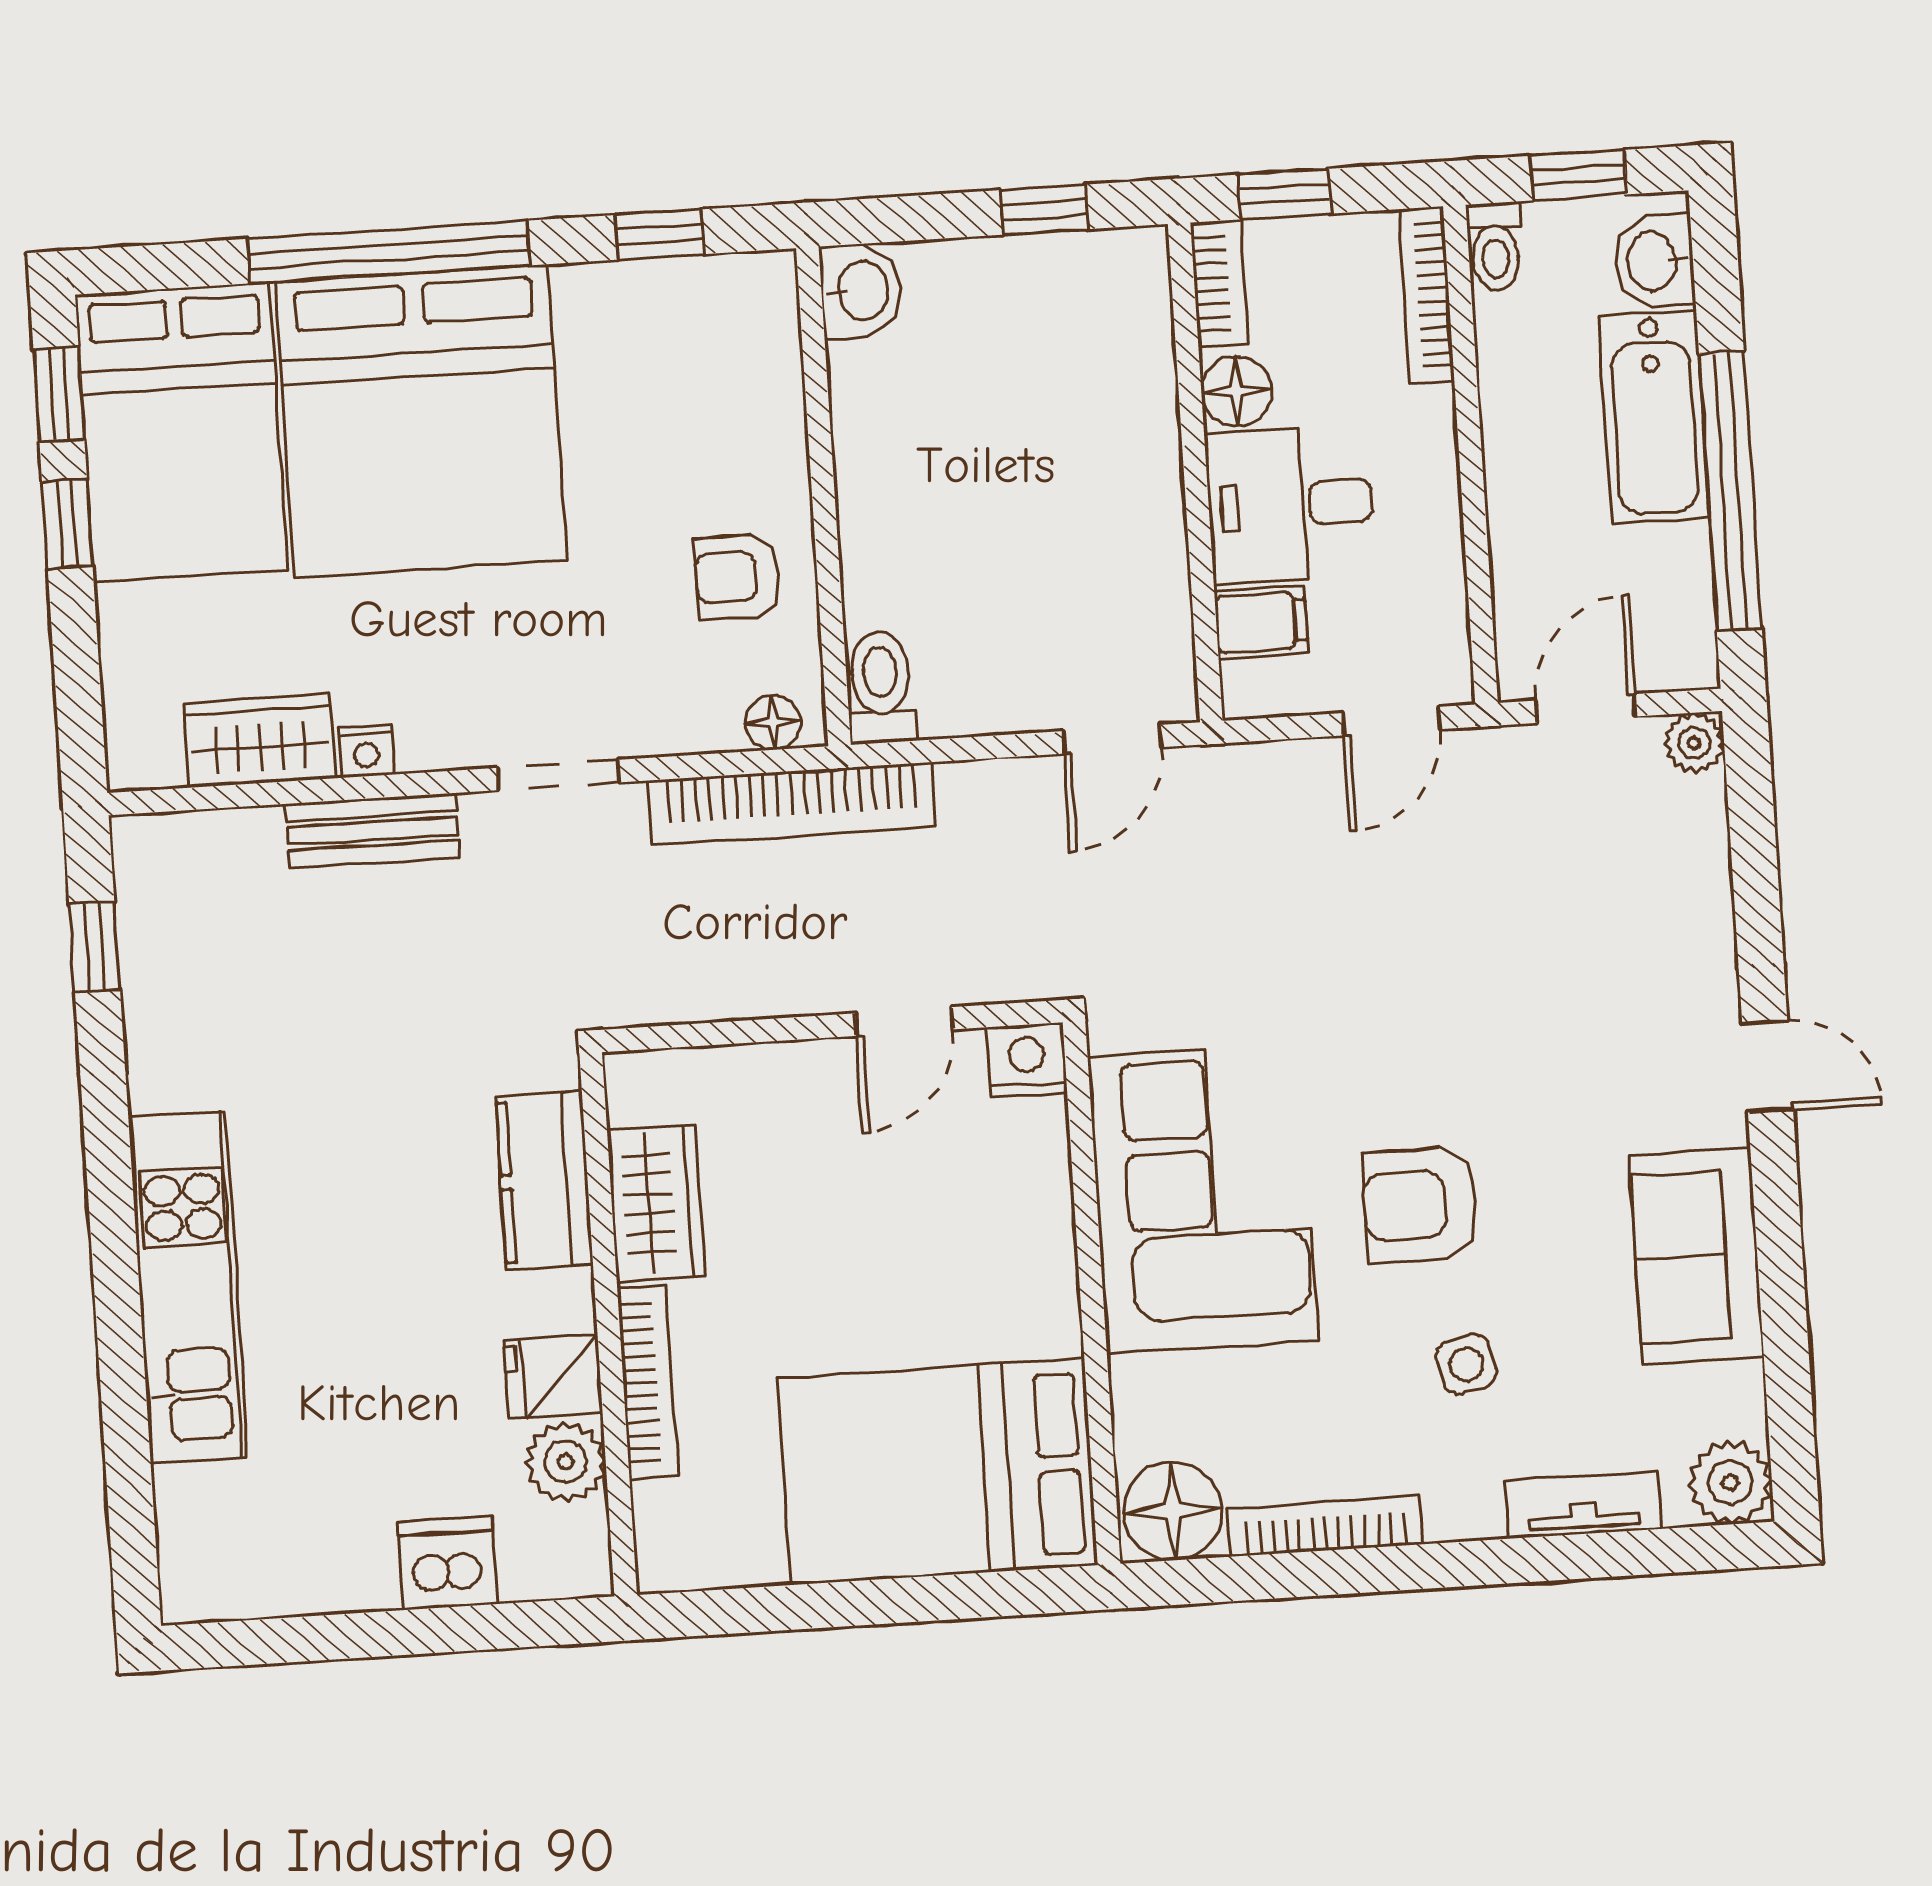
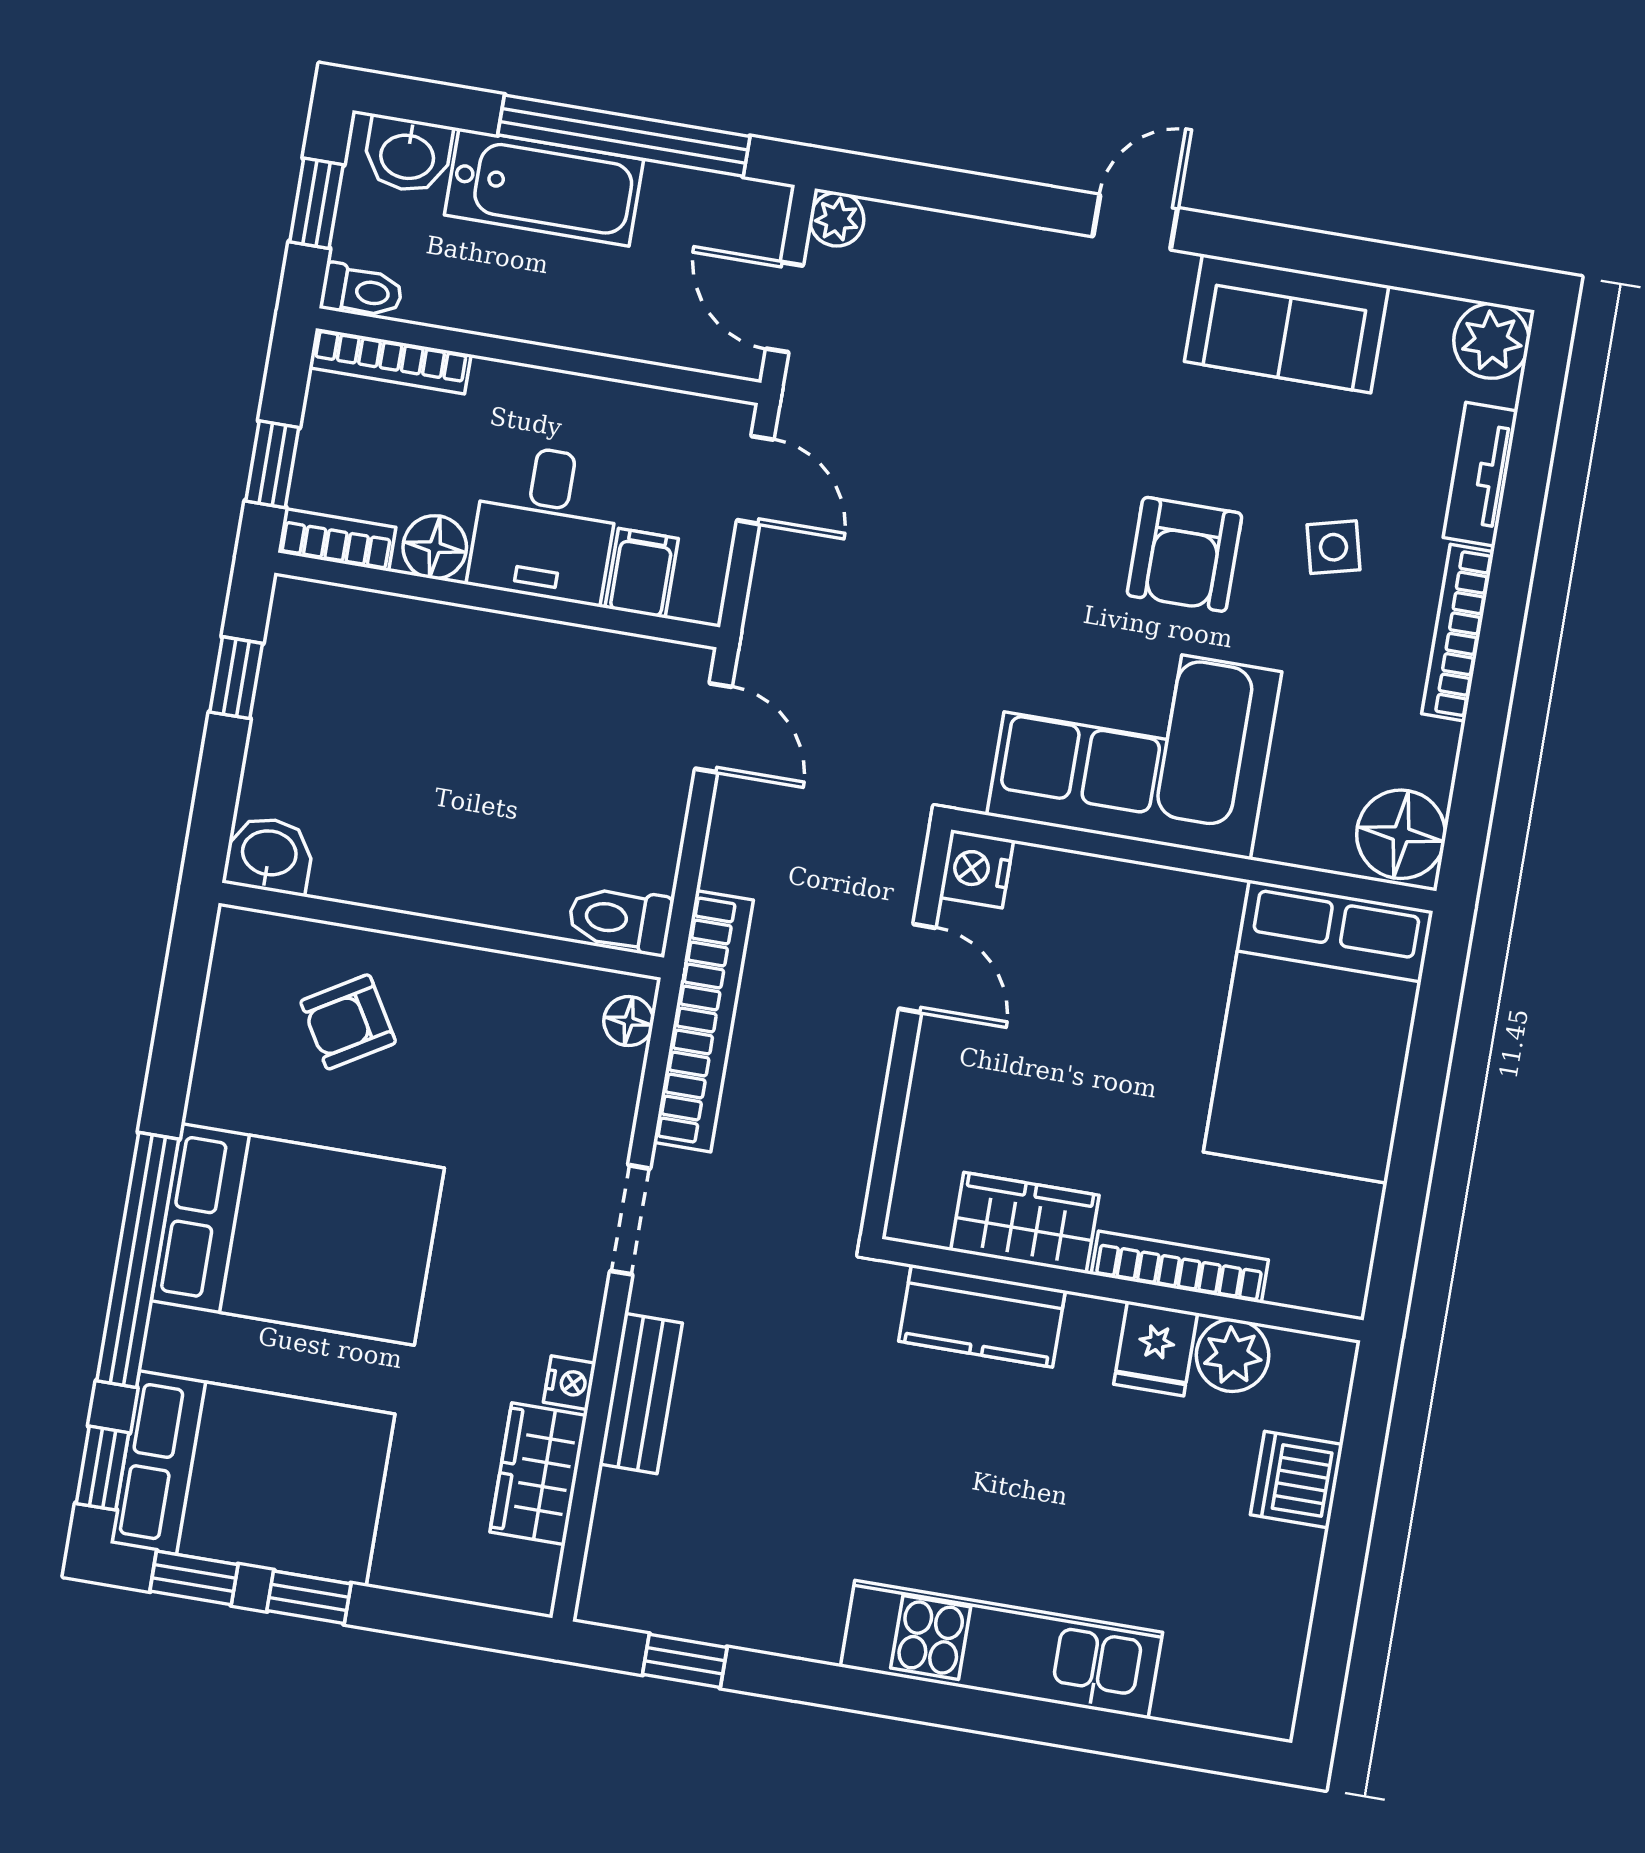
window: (660, 235) -> (102, 1468), moved
bed: (421, 421) -> (298, 1234), width x0.73
armchair: (738, 577) -> (348, 1022), moved, turned 59
bookcase: (1325, 1526) -> (1458, 633), moved

